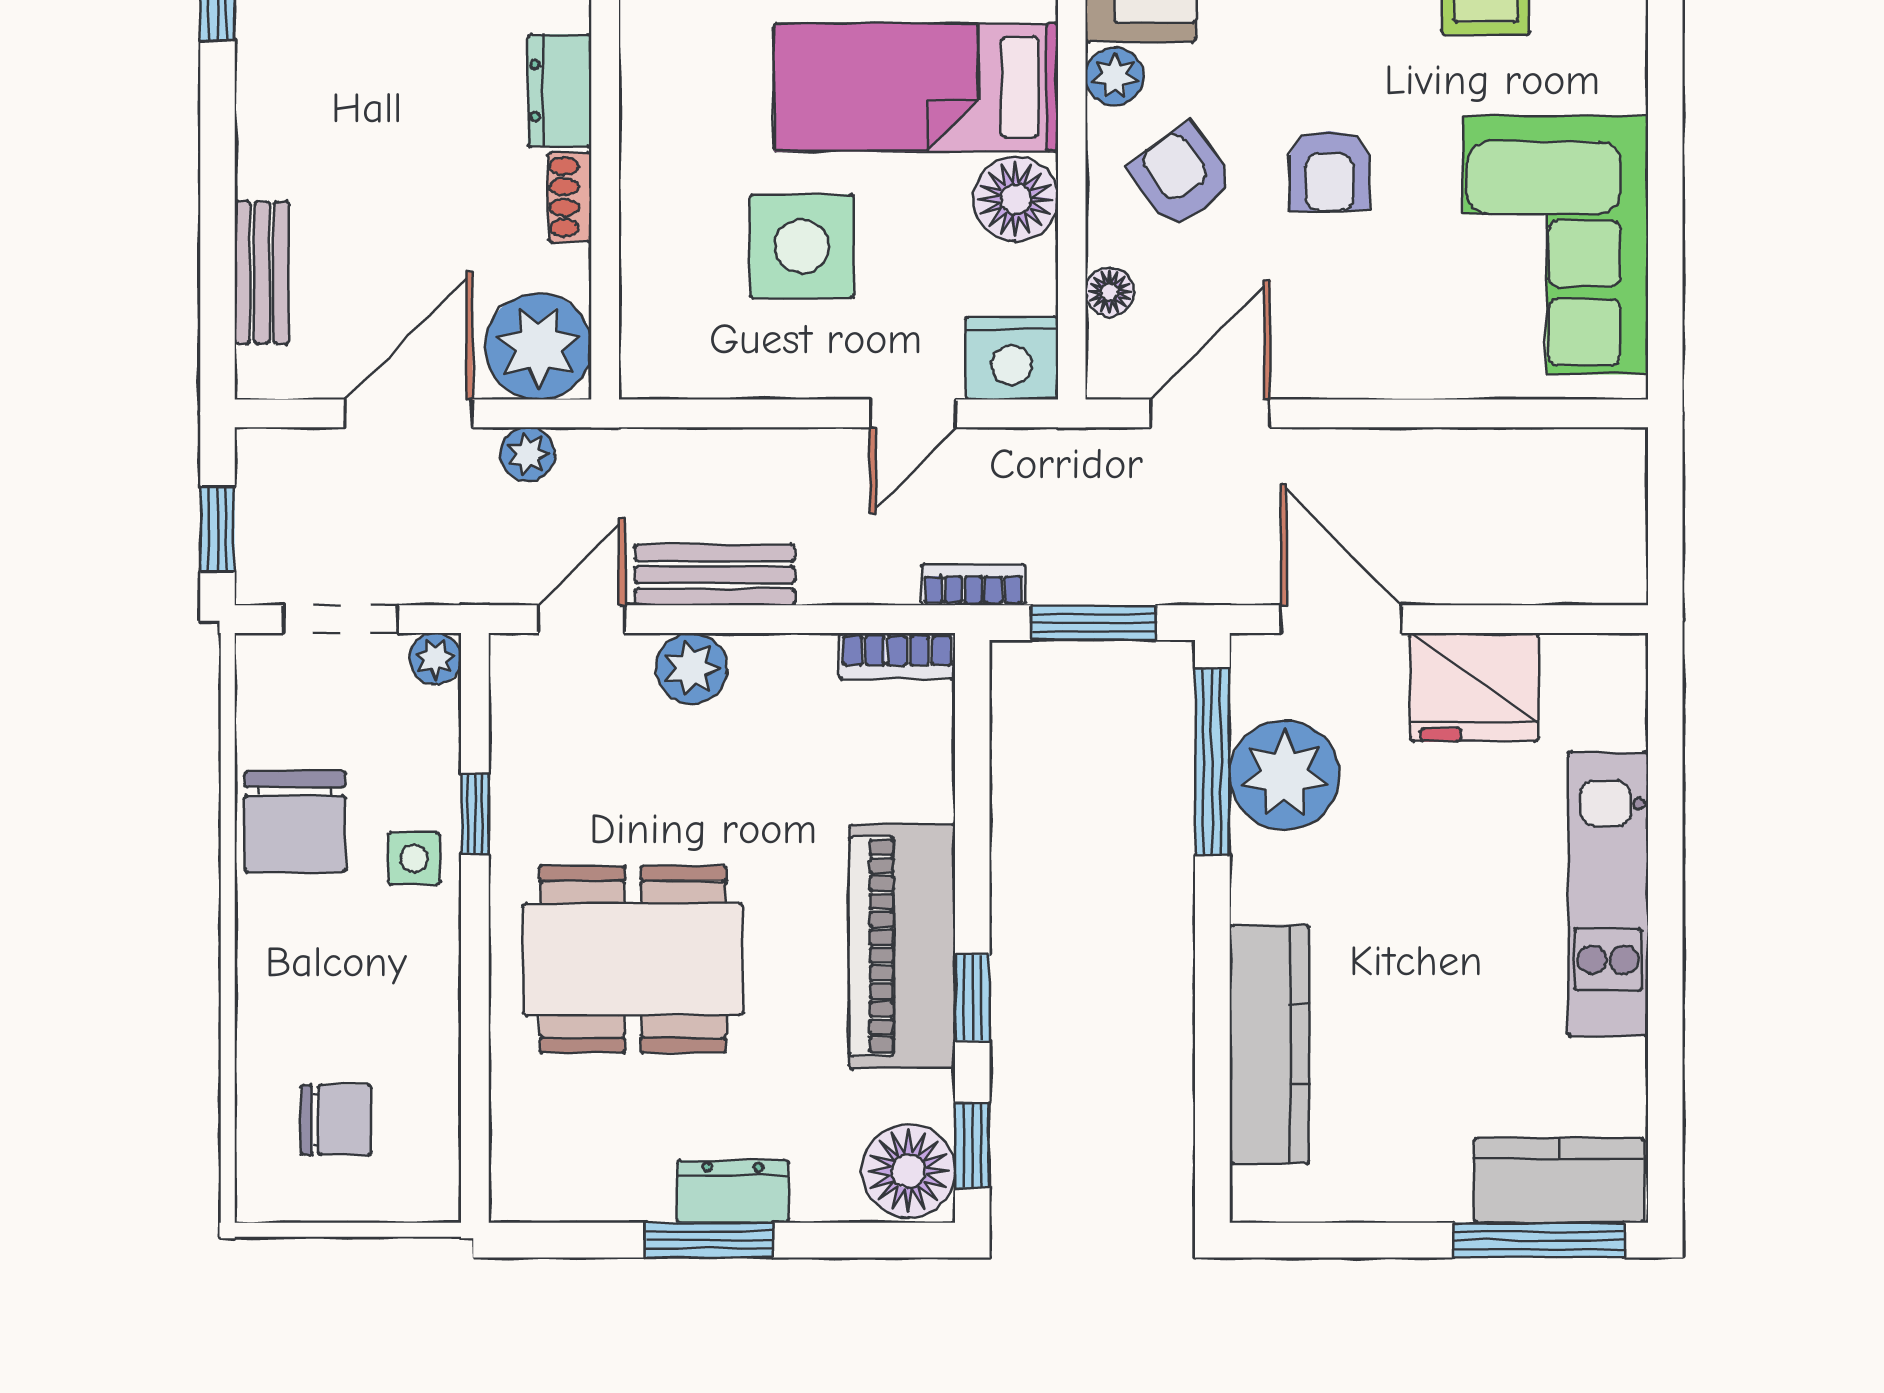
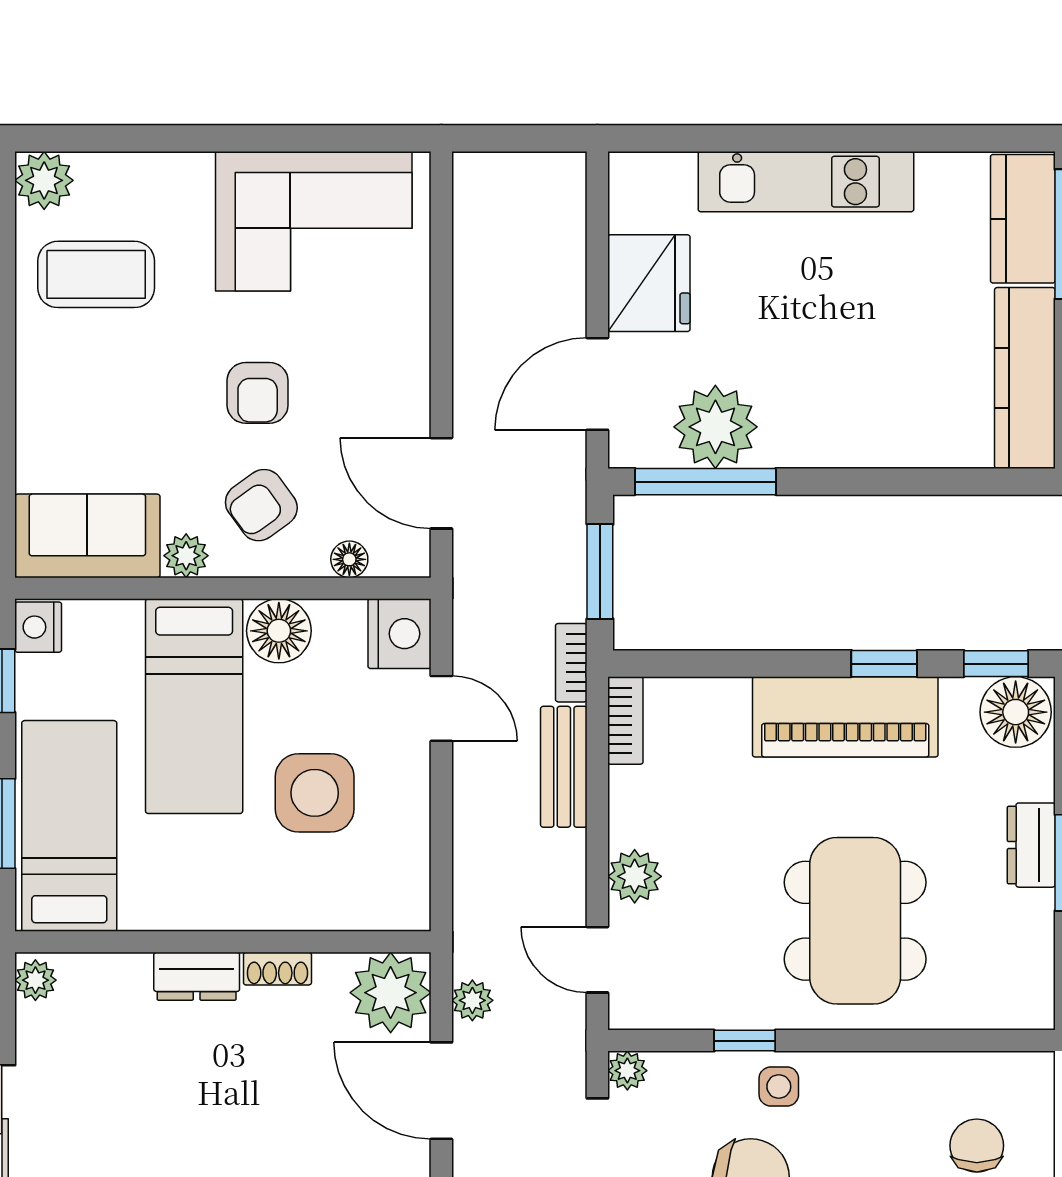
armchair: (1329, 171) -> (258, 393), turned 90
bench: (715, 575) -> (564, 767), moved
kitchen counter: (1269, 1044) -> (1025, 378), moved, turned -90

